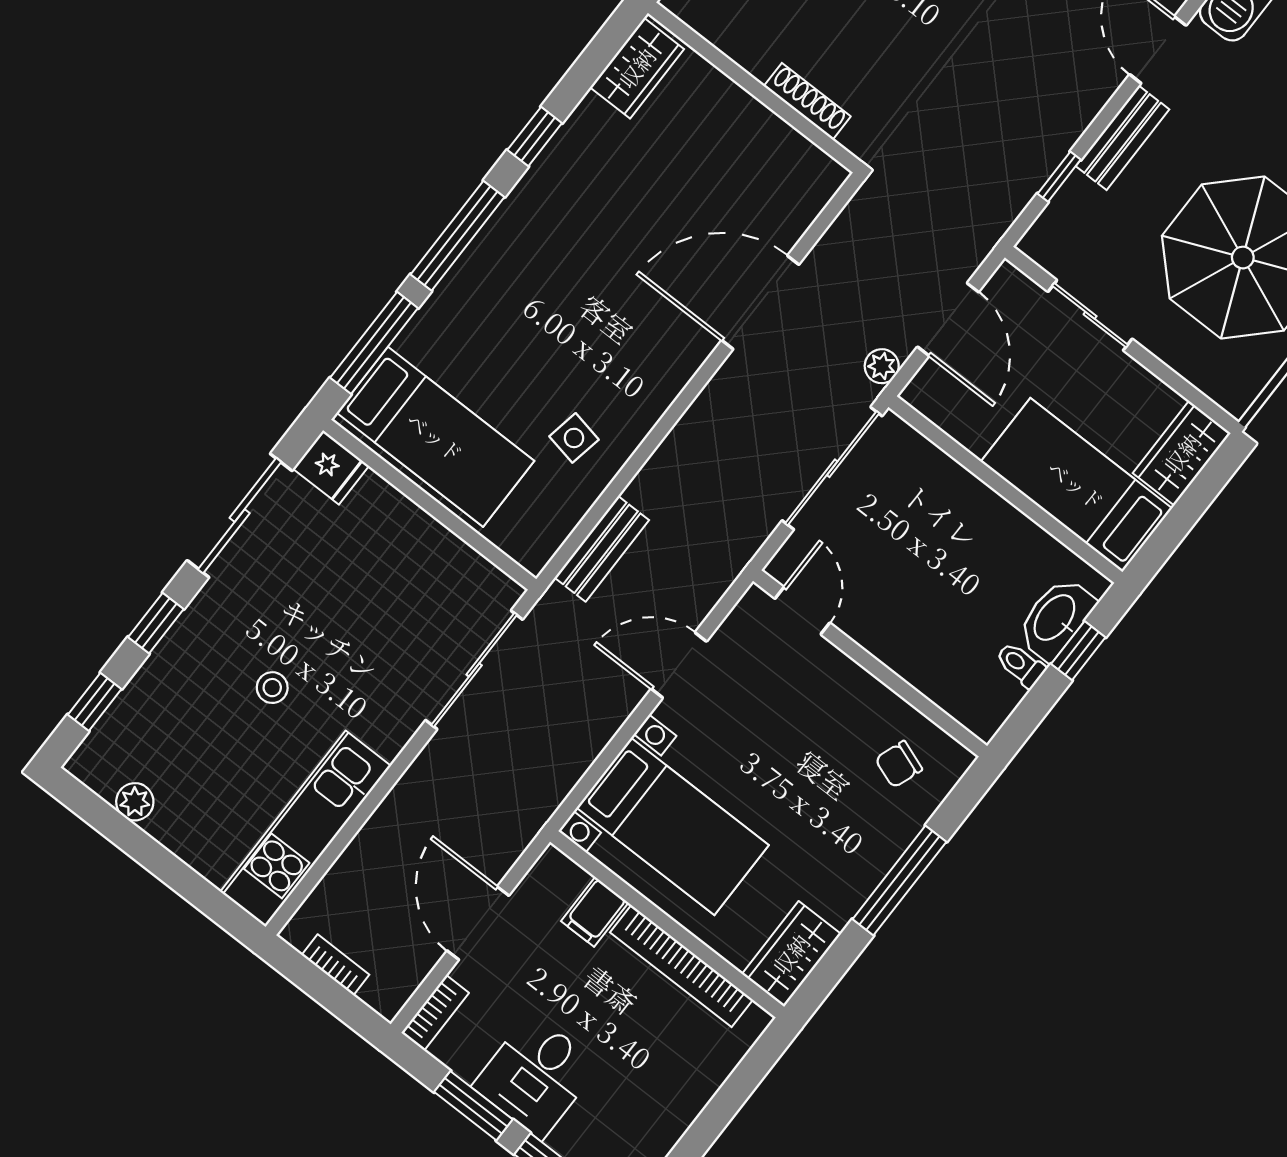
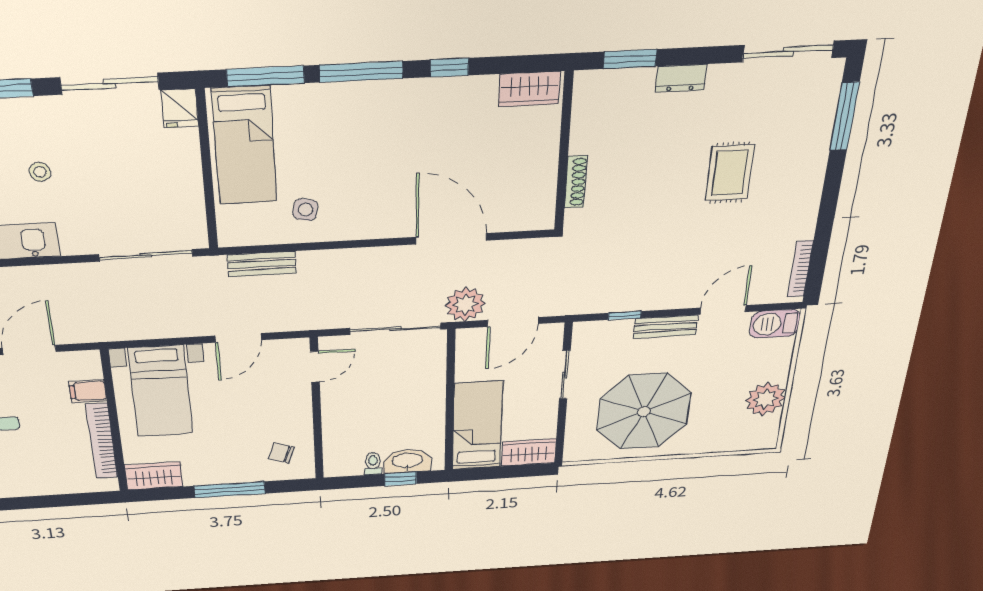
plant: (882, 366) -> (465, 304), width x1.88, depth x1.88
door: (679, 665) -> (238, 338), swing flipped

